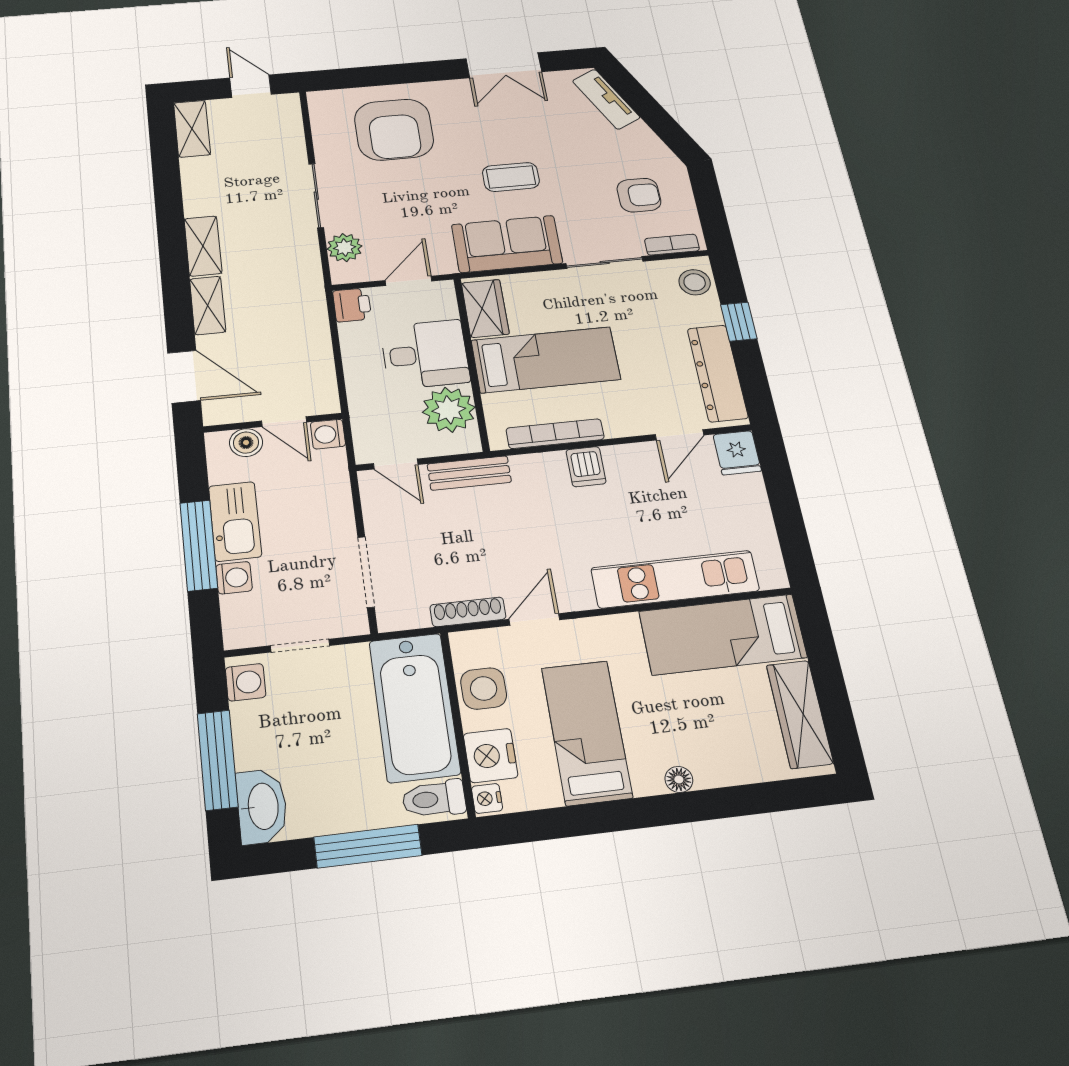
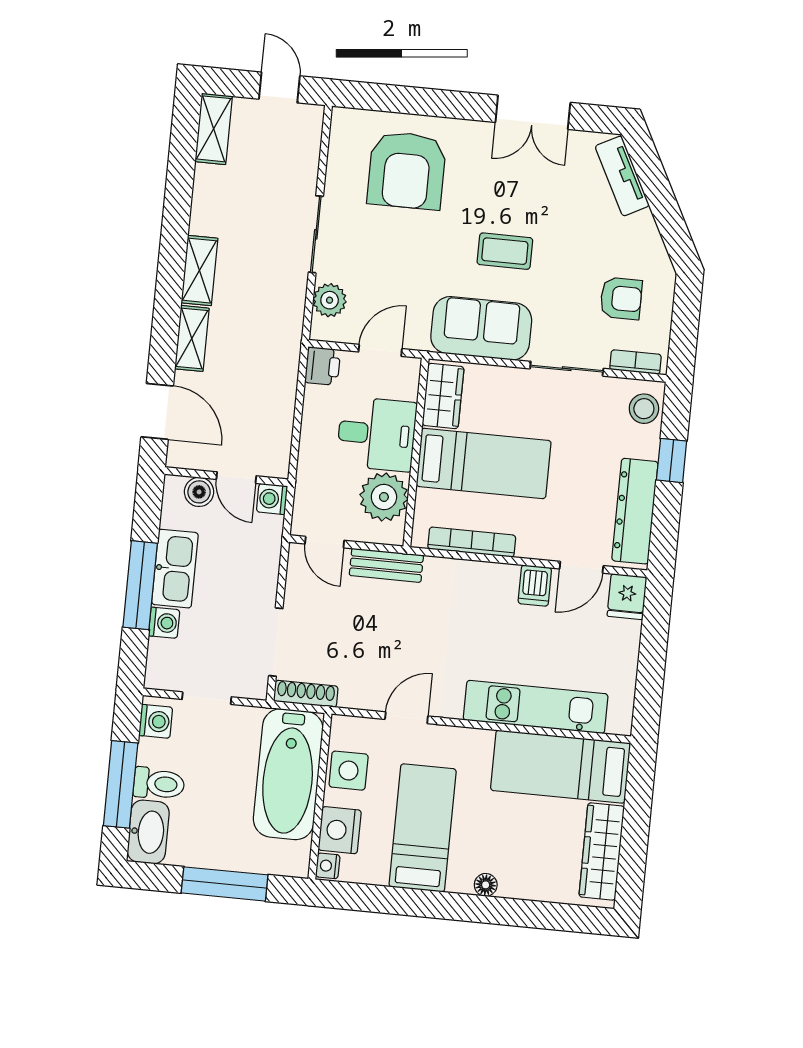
dishwasher: (586, 467) -> (535, 586), moved
shoe rack: (468, 612) -> (306, 694), moved
toilet: (434, 799) -> (159, 784), moved, turned 180

